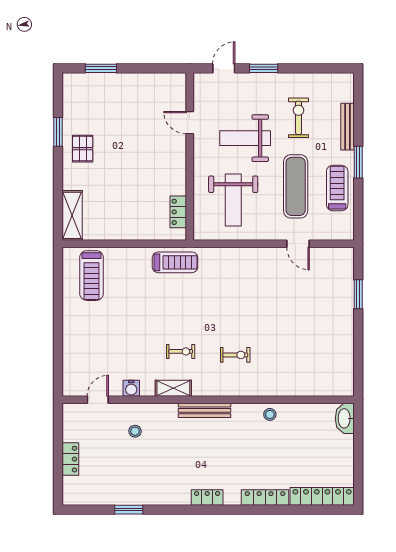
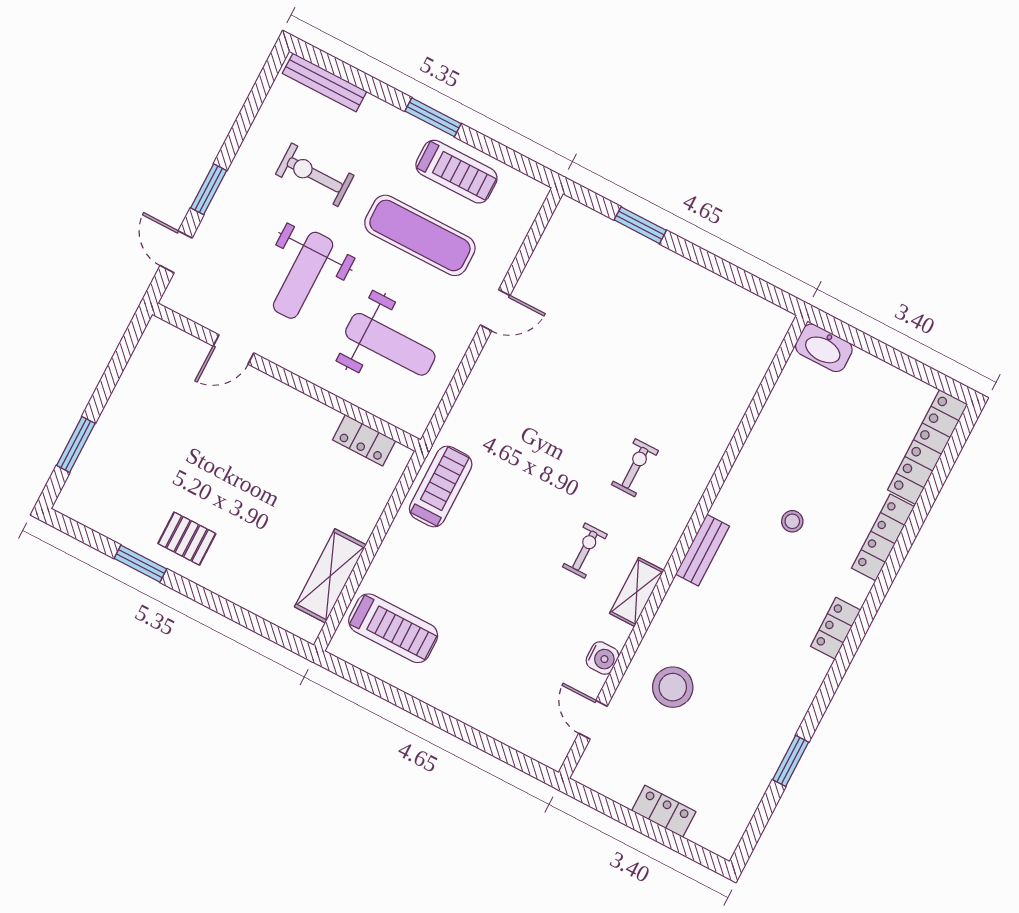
bench: (347, 127) -> (325, 82), moved
treadmill: (337, 188) -> (456, 172), turned 180
shelving: (72, 215) -> (330, 576), moved, turned 90
door: (298, 244) -> (495, 310), moved
bench: (205, 410) -> (703, 550), width x0.73
stool: (270, 414) -> (792, 521), moved
stool: (135, 431) -> (673, 687), width x1.89, depth x1.89

